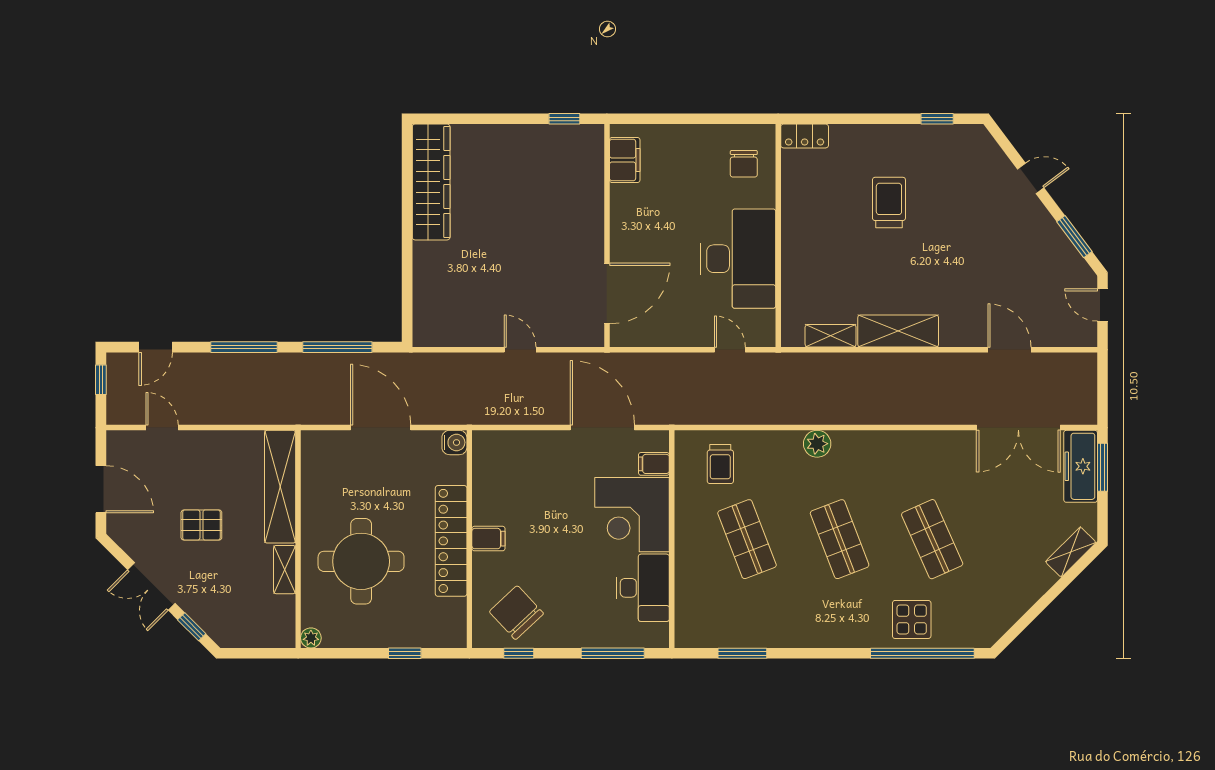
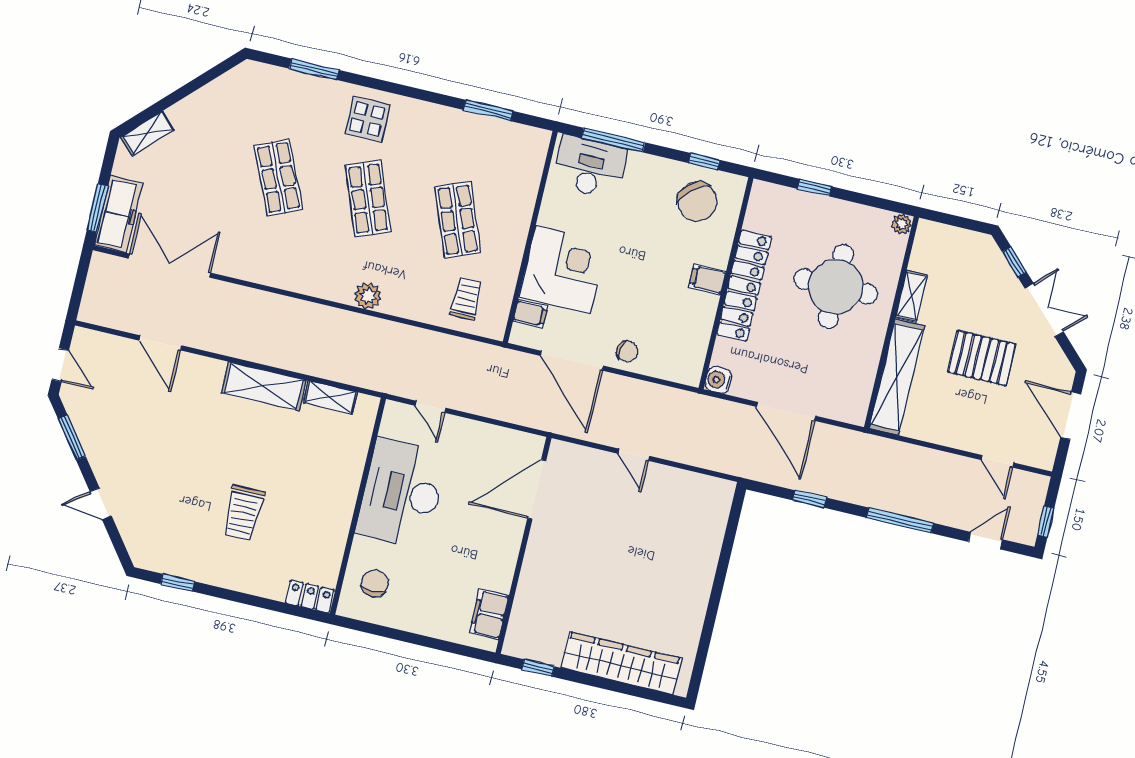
wardrobe: (431, 182) -> (621, 663), moved, turned 90
window: (337, 347) -> (810, 499), width x0.46
chair: (550, 450) -> (627, 351), added
pallet: (201, 525) -> (982, 358), width x1.50, depth x1.42
desk: (643, 588) -> (590, 167), moved, turned 90
display table: (912, 619) -> (368, 119), moved
window: (922, 653) -> (314, 69), width x0.47

